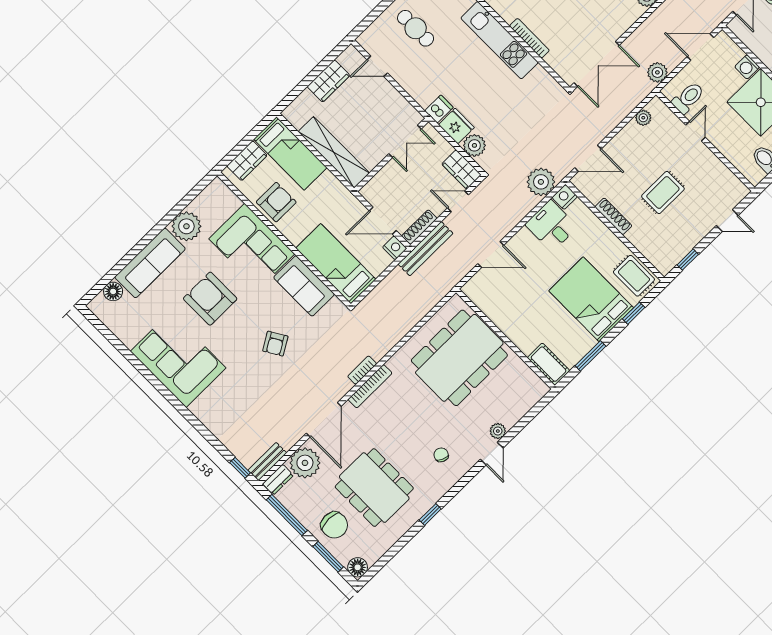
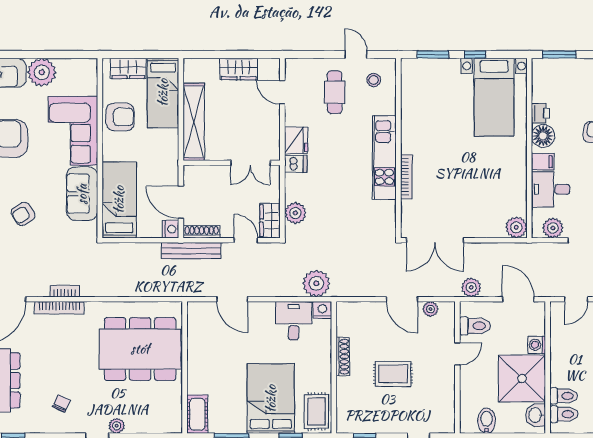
fridge: (456, 126) -> (296, 140), moved
door: (588, 158) -> (402, 299), moved

